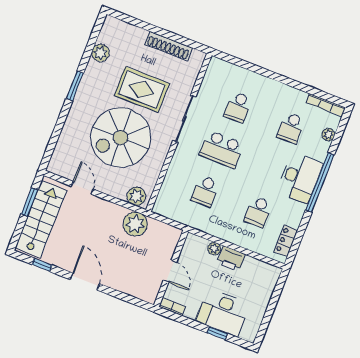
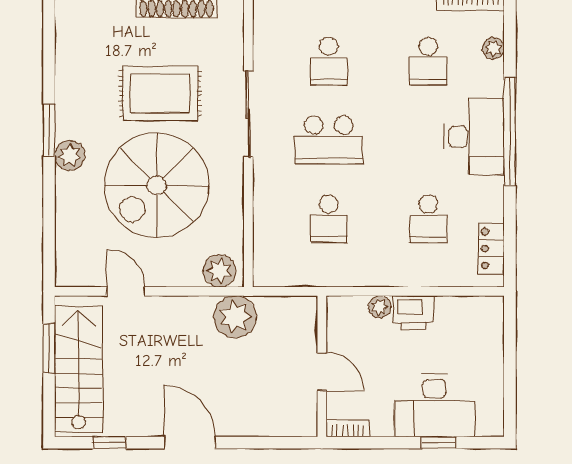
plant: (100, 53) -> (70, 155), moved

